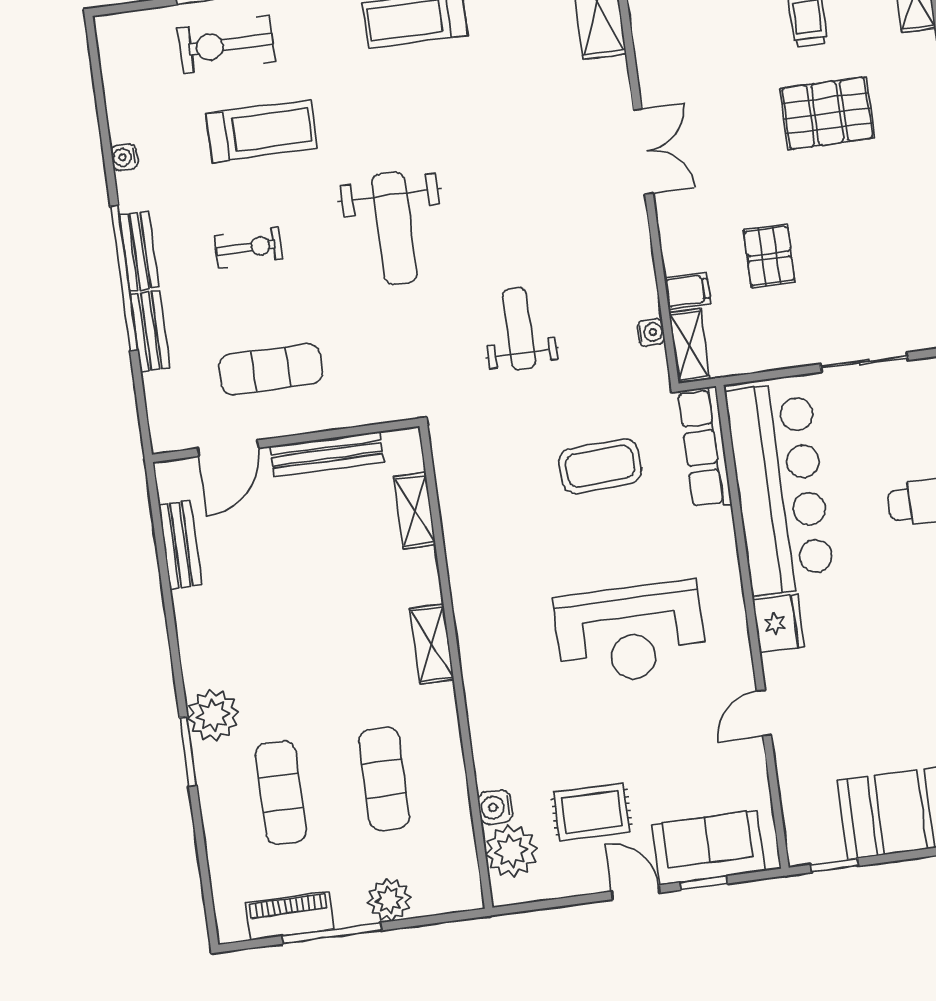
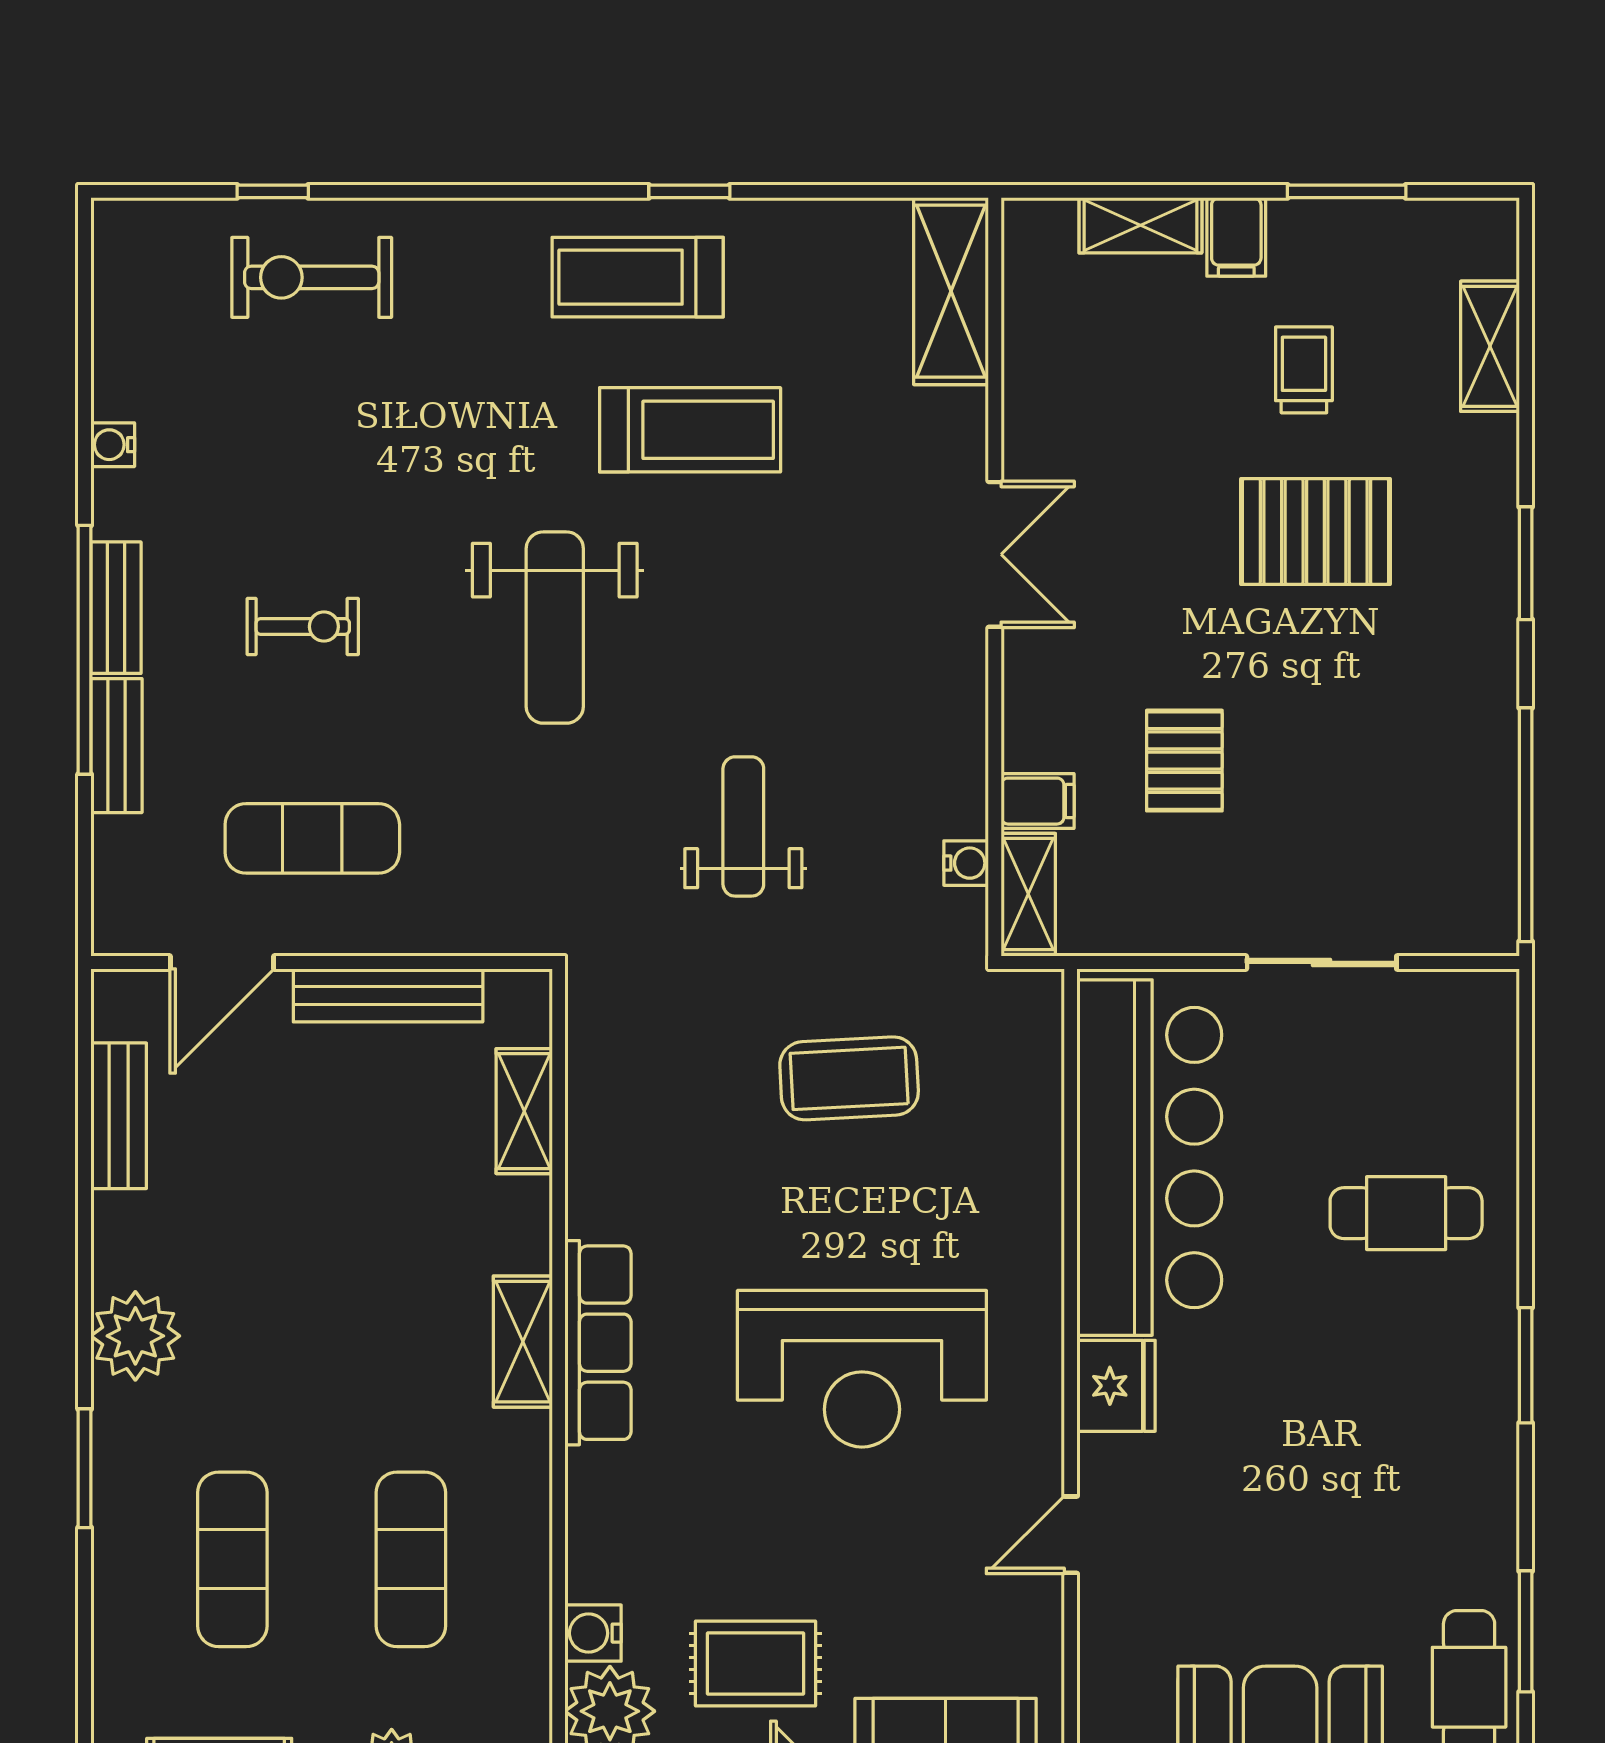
treadmill: (262, 131) -> (690, 430), moved
row of seats: (705, 448) -> (598, 1343), moved, turned 180
plant: (213, 715) -> (135, 1336), moved

